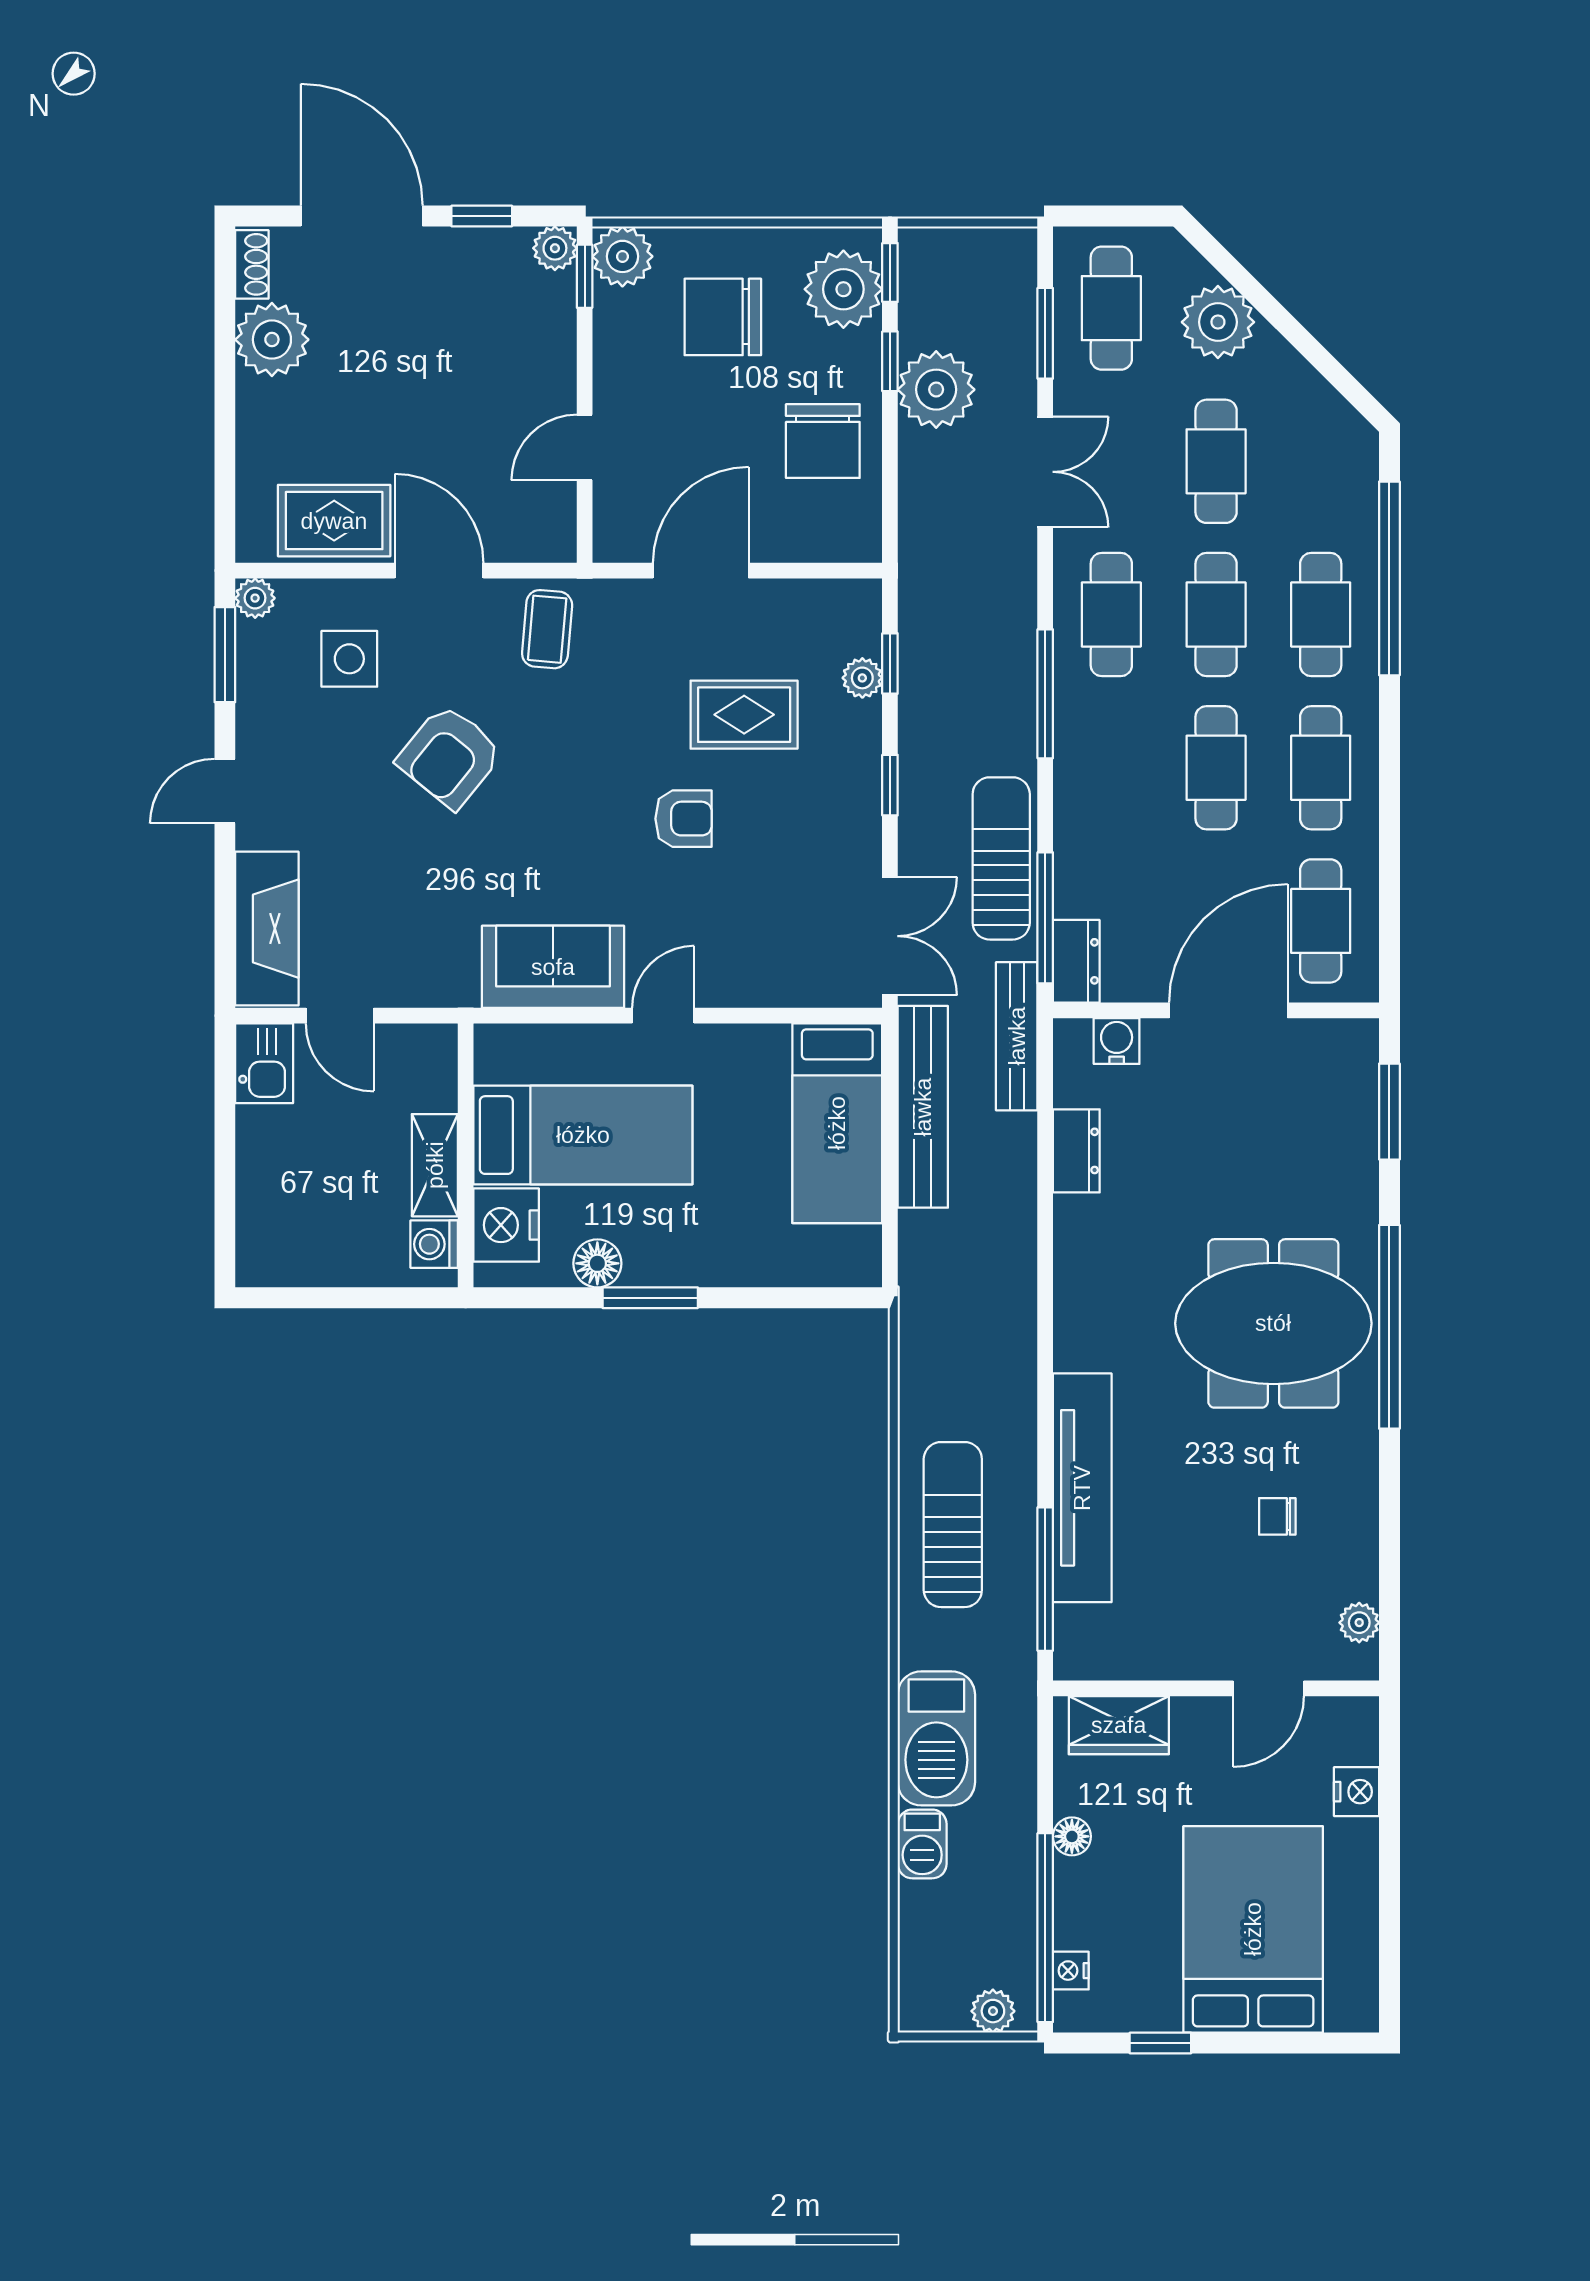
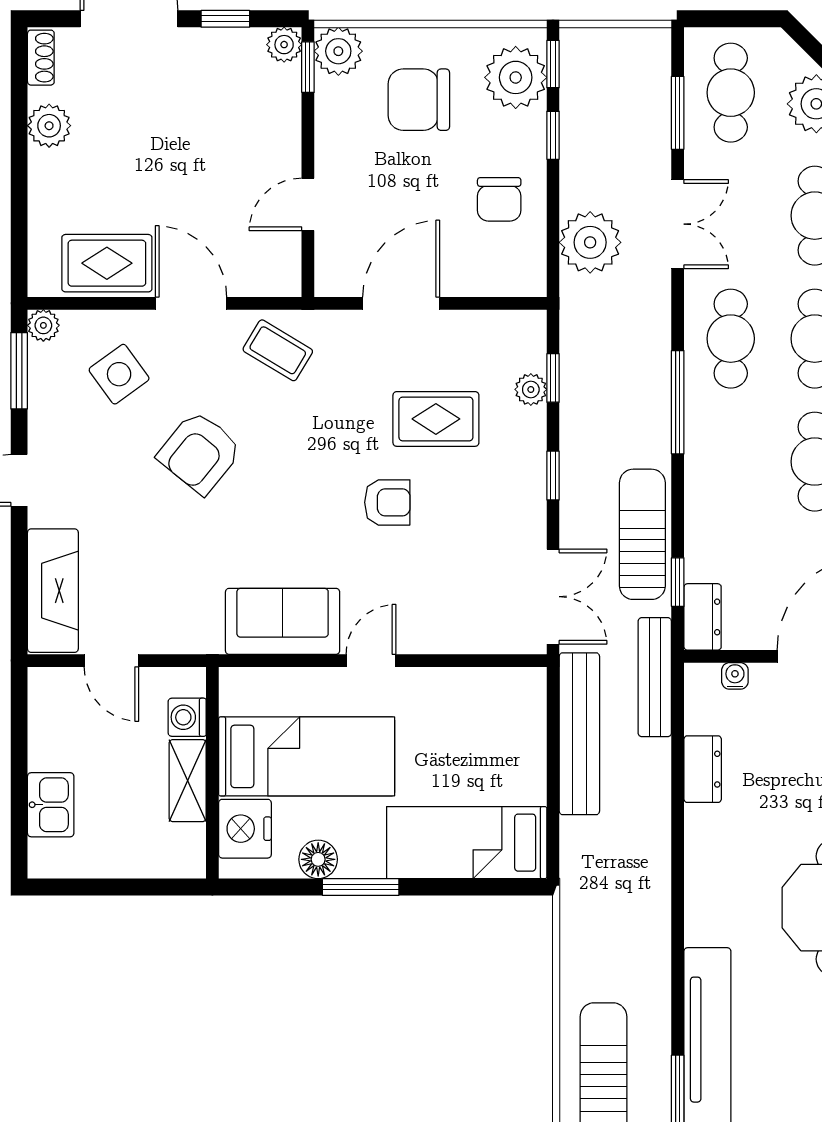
plant: (272, 340) -> (49, 126), width x0.73, depth x0.73
plant: (936, 390) -> (590, 242), moved
chair: (823, 441) -> (499, 199), width x0.73, depth x0.73
coffee table: (547, 629) -> (278, 350), turned -64
side table: (349, 659) -> (119, 374), turned -36
window: (1045, 918) -> (678, 582), width x0.46
water cooler: (1117, 1041) -> (735, 676), width x0.72, depth x0.72
kitchen sink: (264, 1063) -> (51, 805), moved
bed: (837, 1123) -> (467, 843), moved, turned 90
washing machine: (434, 1244) -> (187, 717), moved

